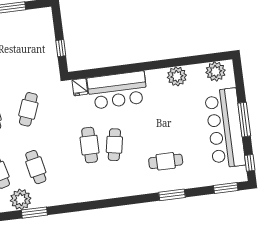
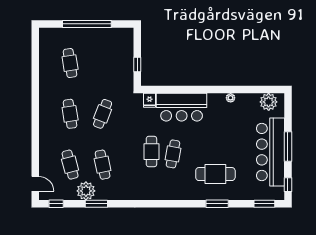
plant: (177, 76) -> (231, 98), width x0.53, depth x0.53
cafe table: (166, 161) -> (215, 174), width x1.37, depth x1.35

